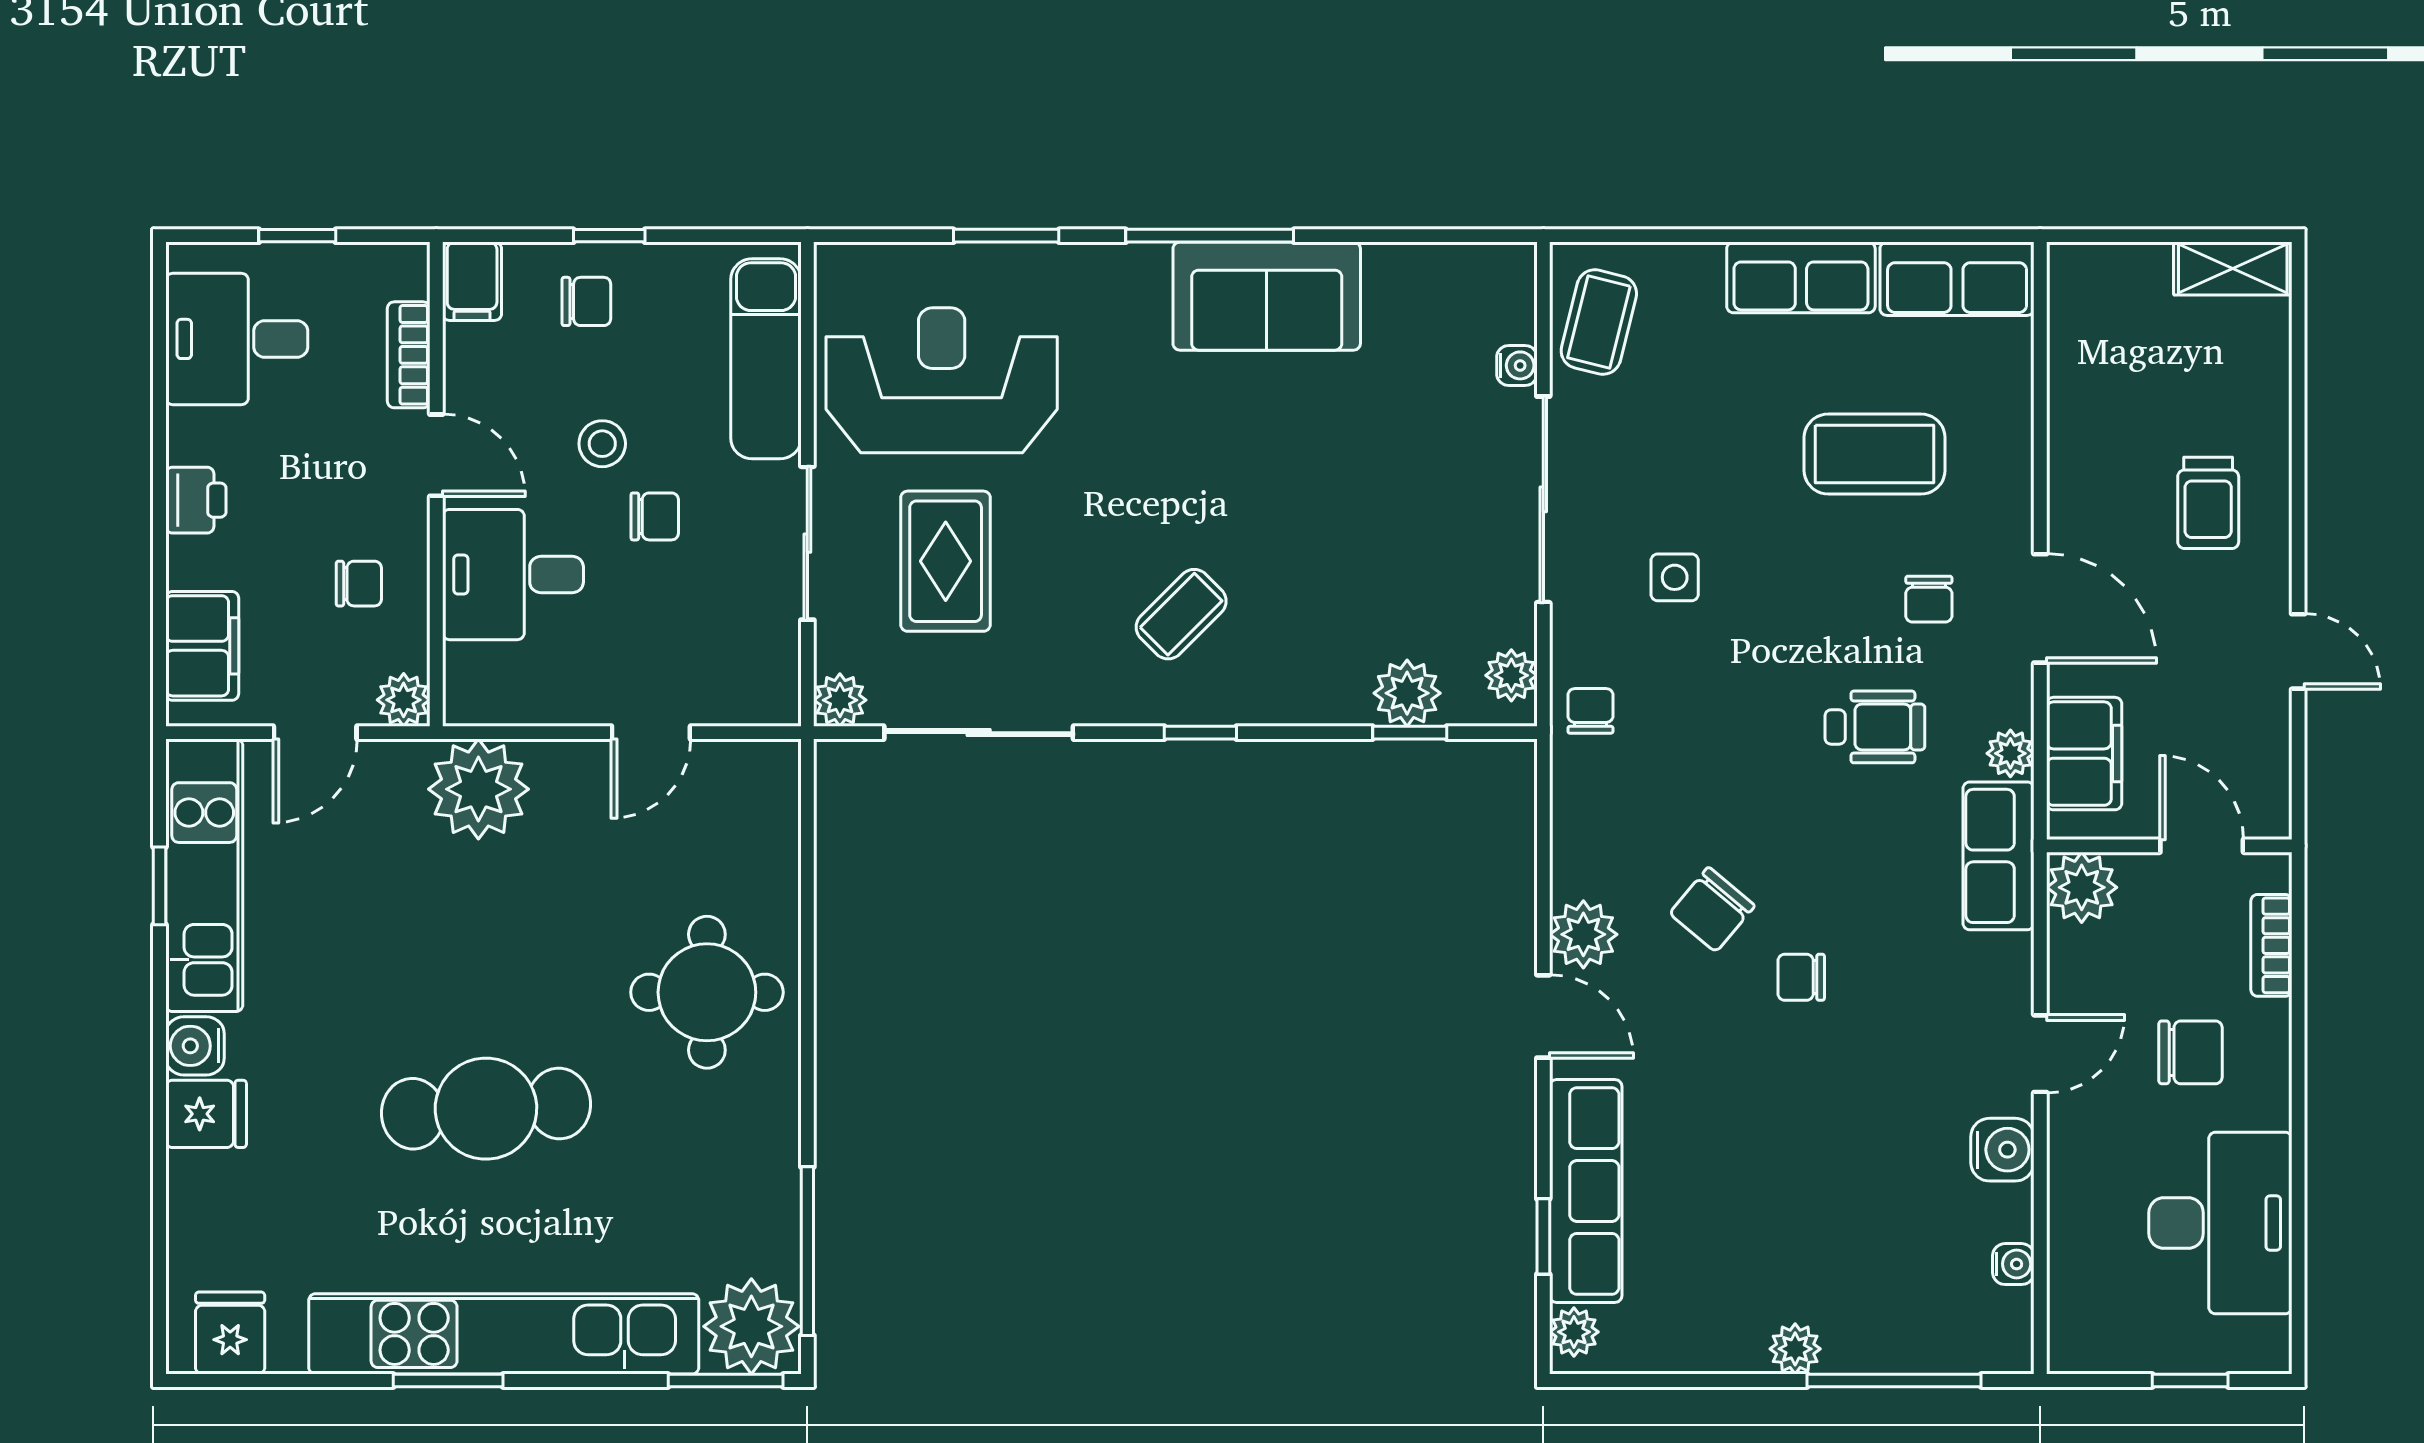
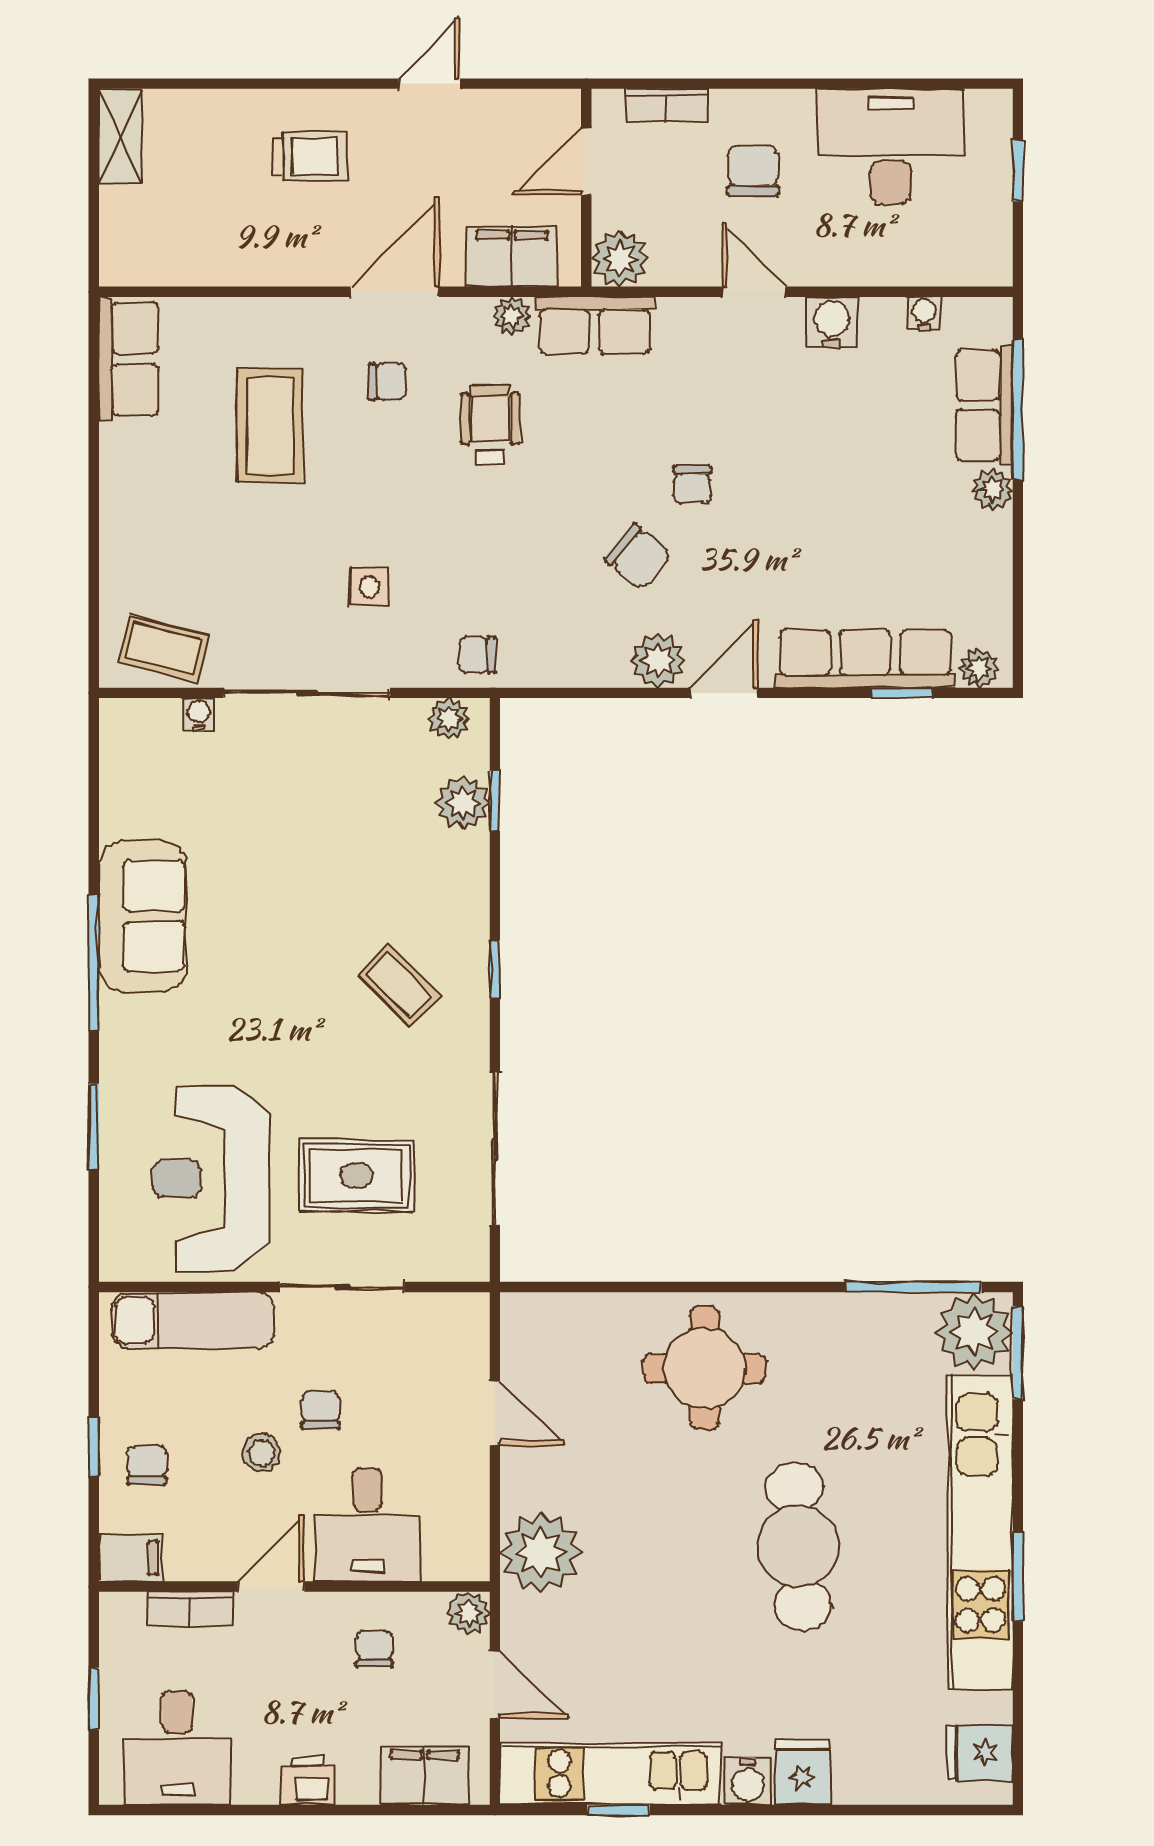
row of seats: (1801, 277) -> (984, 405), moved, turned 180
plant: (840, 700) -> (469, 1261), removed

